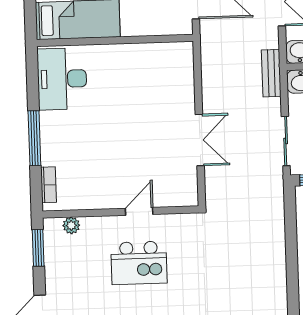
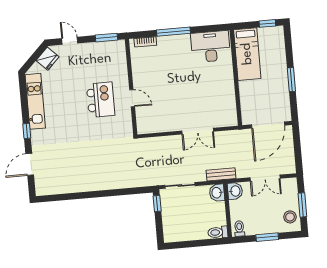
double door: (200, 140) -> (198, 131), moved
plant: (71, 225) -> (121, 57), removed
kitchen island: (139, 263) -> (101, 100), turned 180

